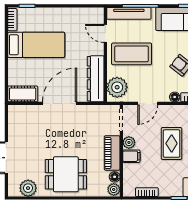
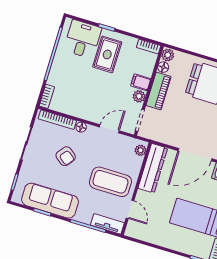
tv unit: (129, 13) -> (107, 224), width x0.71
plant: (117, 87) -> (140, 150), width x0.53, depth x0.53
rug: (172, 143) -> (107, 54), moved
bookcase: (147, 192) -> (149, 47), moved

